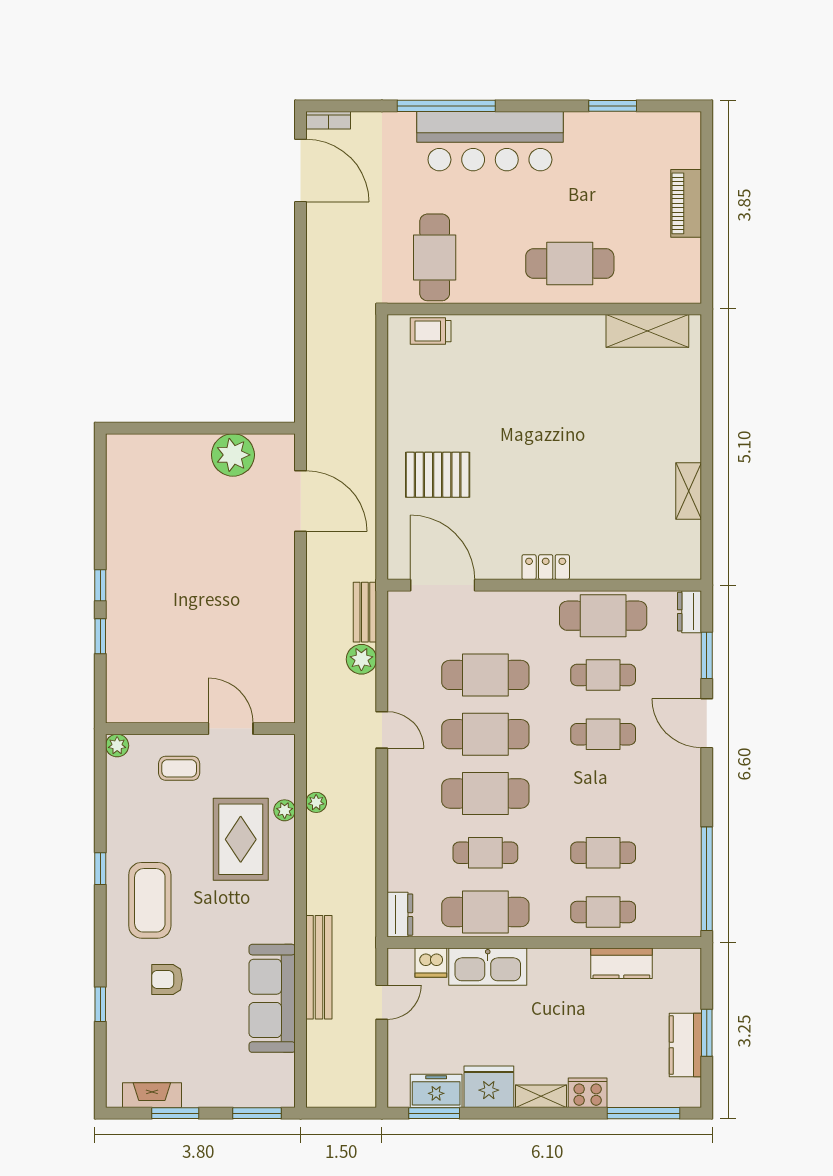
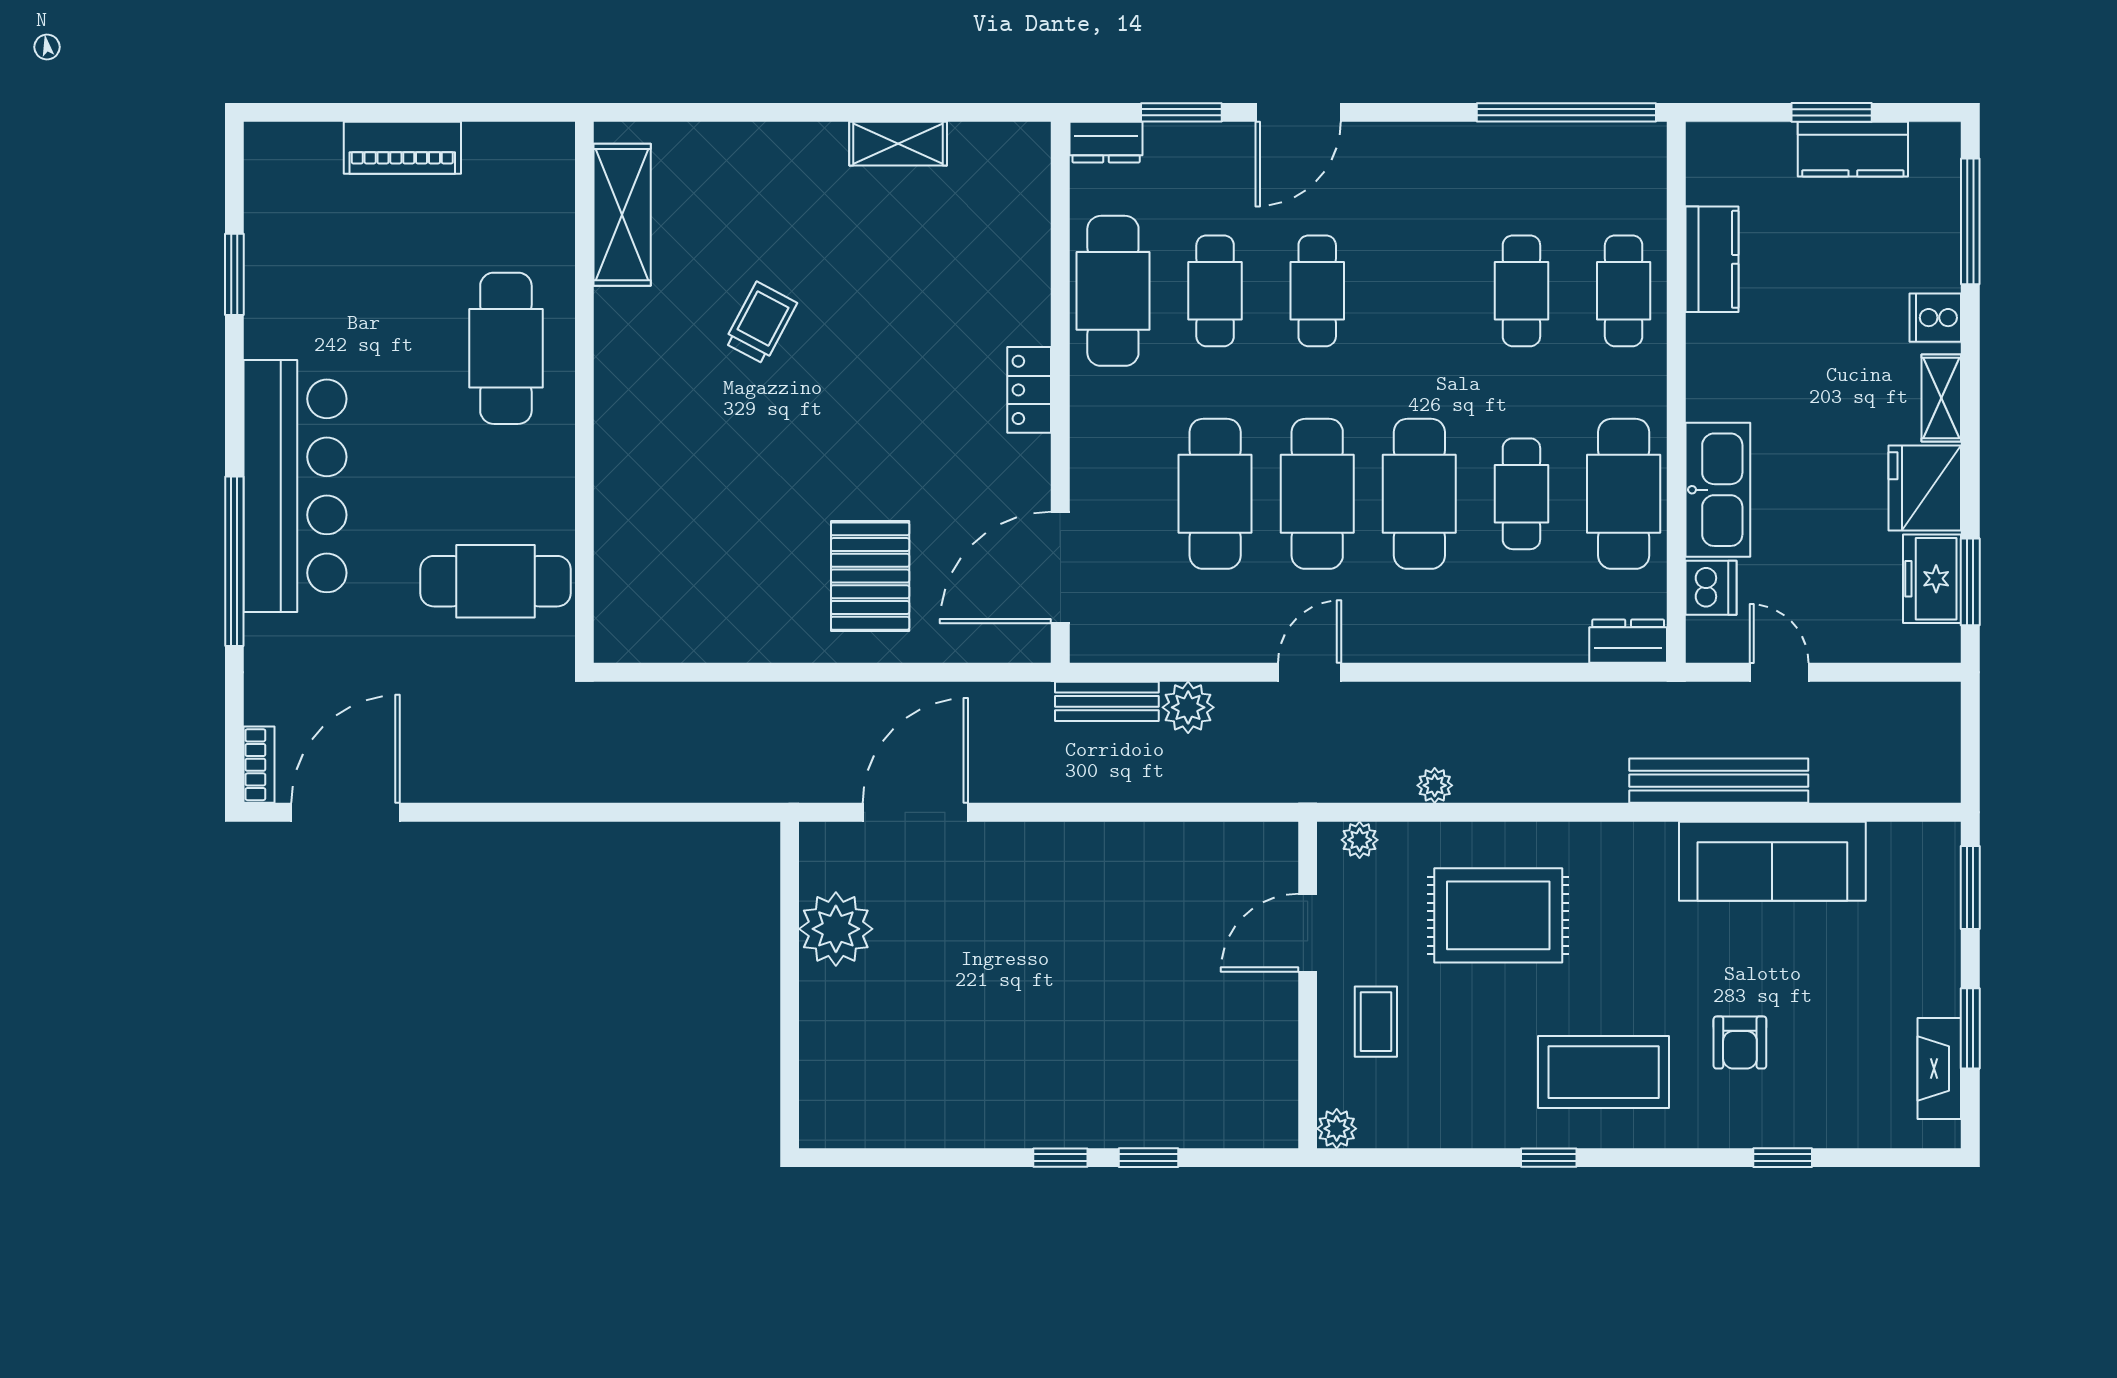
trolley: (431, 331) -> (761, 323), moved, turned -152
plant: (285, 810) -> (1360, 840), moved
cooker: (588, 1093) -> (1935, 318), width x0.73

